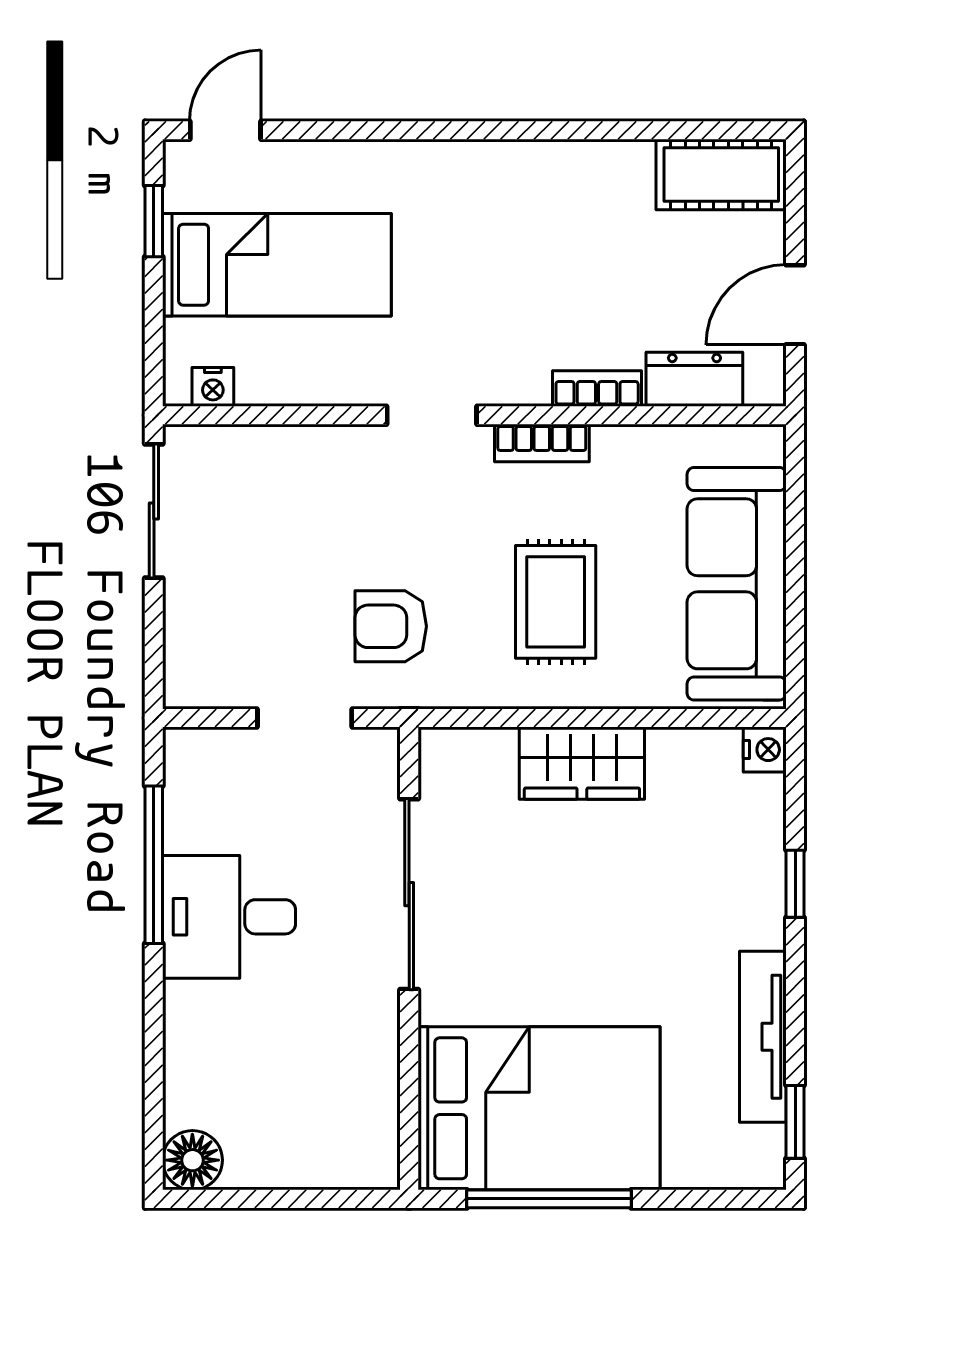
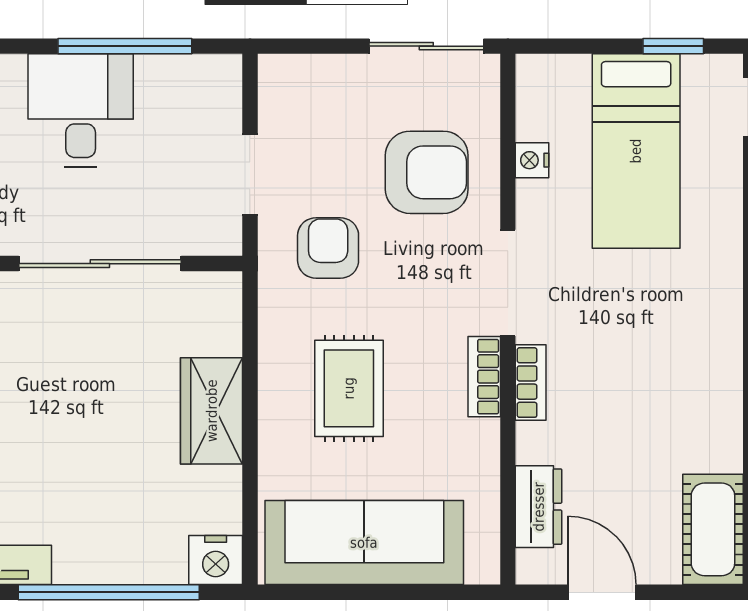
nightstand: (213, 387) -> (532, 160), moved
bookcase: (597, 389) -> (531, 383), moved
doorway: (432, 415) -> (508, 283), width x1.38
armchair: (302, 511) -> (427, 172), added
rug: (556, 602) -> (349, 388), turned 90
nightstand: (765, 750) -> (216, 560), width x1.39, depth x1.35
window: (795, 884) -> (109, 592), width x3.17

